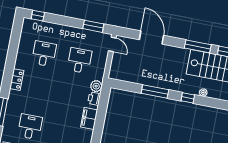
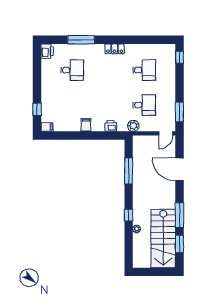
door: (151, 37) -> (179, 169), swing flipped
plant: (96, 86) -> (133, 126), moved
window: (155, 92) -> (129, 171), moved
filing cabinet: (89, 118) -> (86, 125), width x0.50

